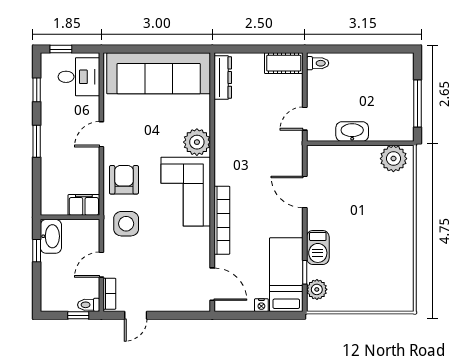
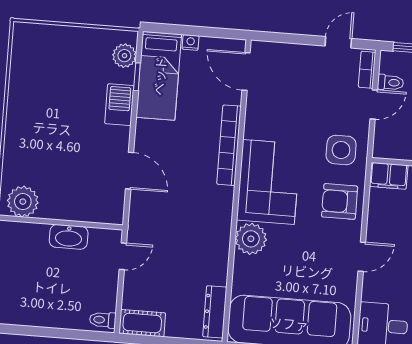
armchair: (124, 180) -> (340, 201), turned 90
toilet: (89, 305) -> (390, 82), moved

